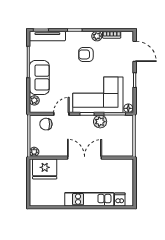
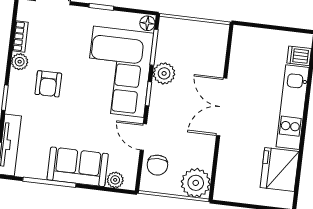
plant: (34, 152) -> (196, 183), width x1.88, depth x1.88
fridge: (45, 169) -> (280, 169), moved, turned 180

